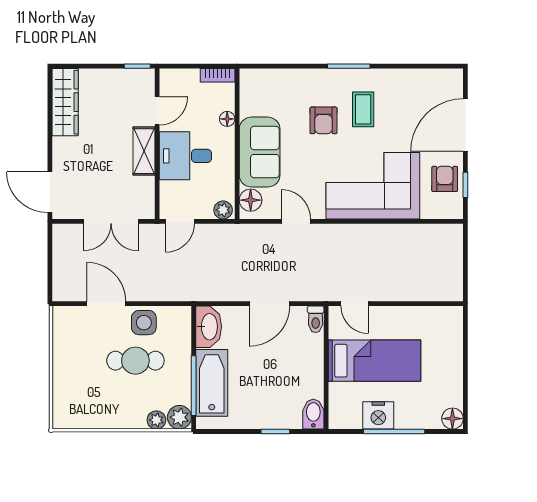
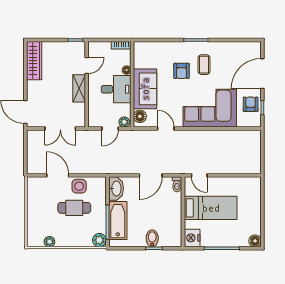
desk: (185, 156) -> (116, 89), moved, turned 180
door: (180, 221) -> (110, 128), moved
bidet: (313, 414) -> (152, 238), moved
nightstand: (378, 415) -> (192, 238), moved, turned 90
plant: (156, 420) -> (49, 242), moved

